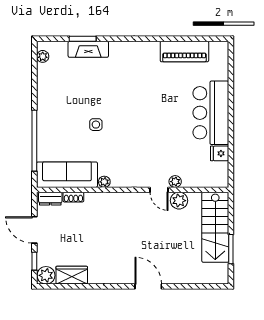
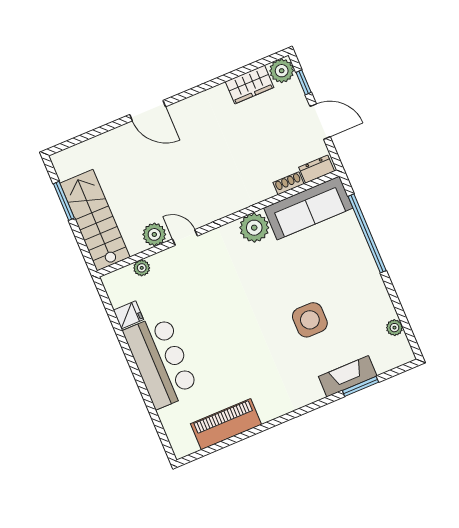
plant: (43, 56) -> (394, 328), moved
side table: (96, 125) -> (310, 320), moved, width x1.87, depth x1.87
plant: (104, 182) -> (254, 228), width x1.88, depth x1.88
plant: (175, 182) -> (142, 268), moved

